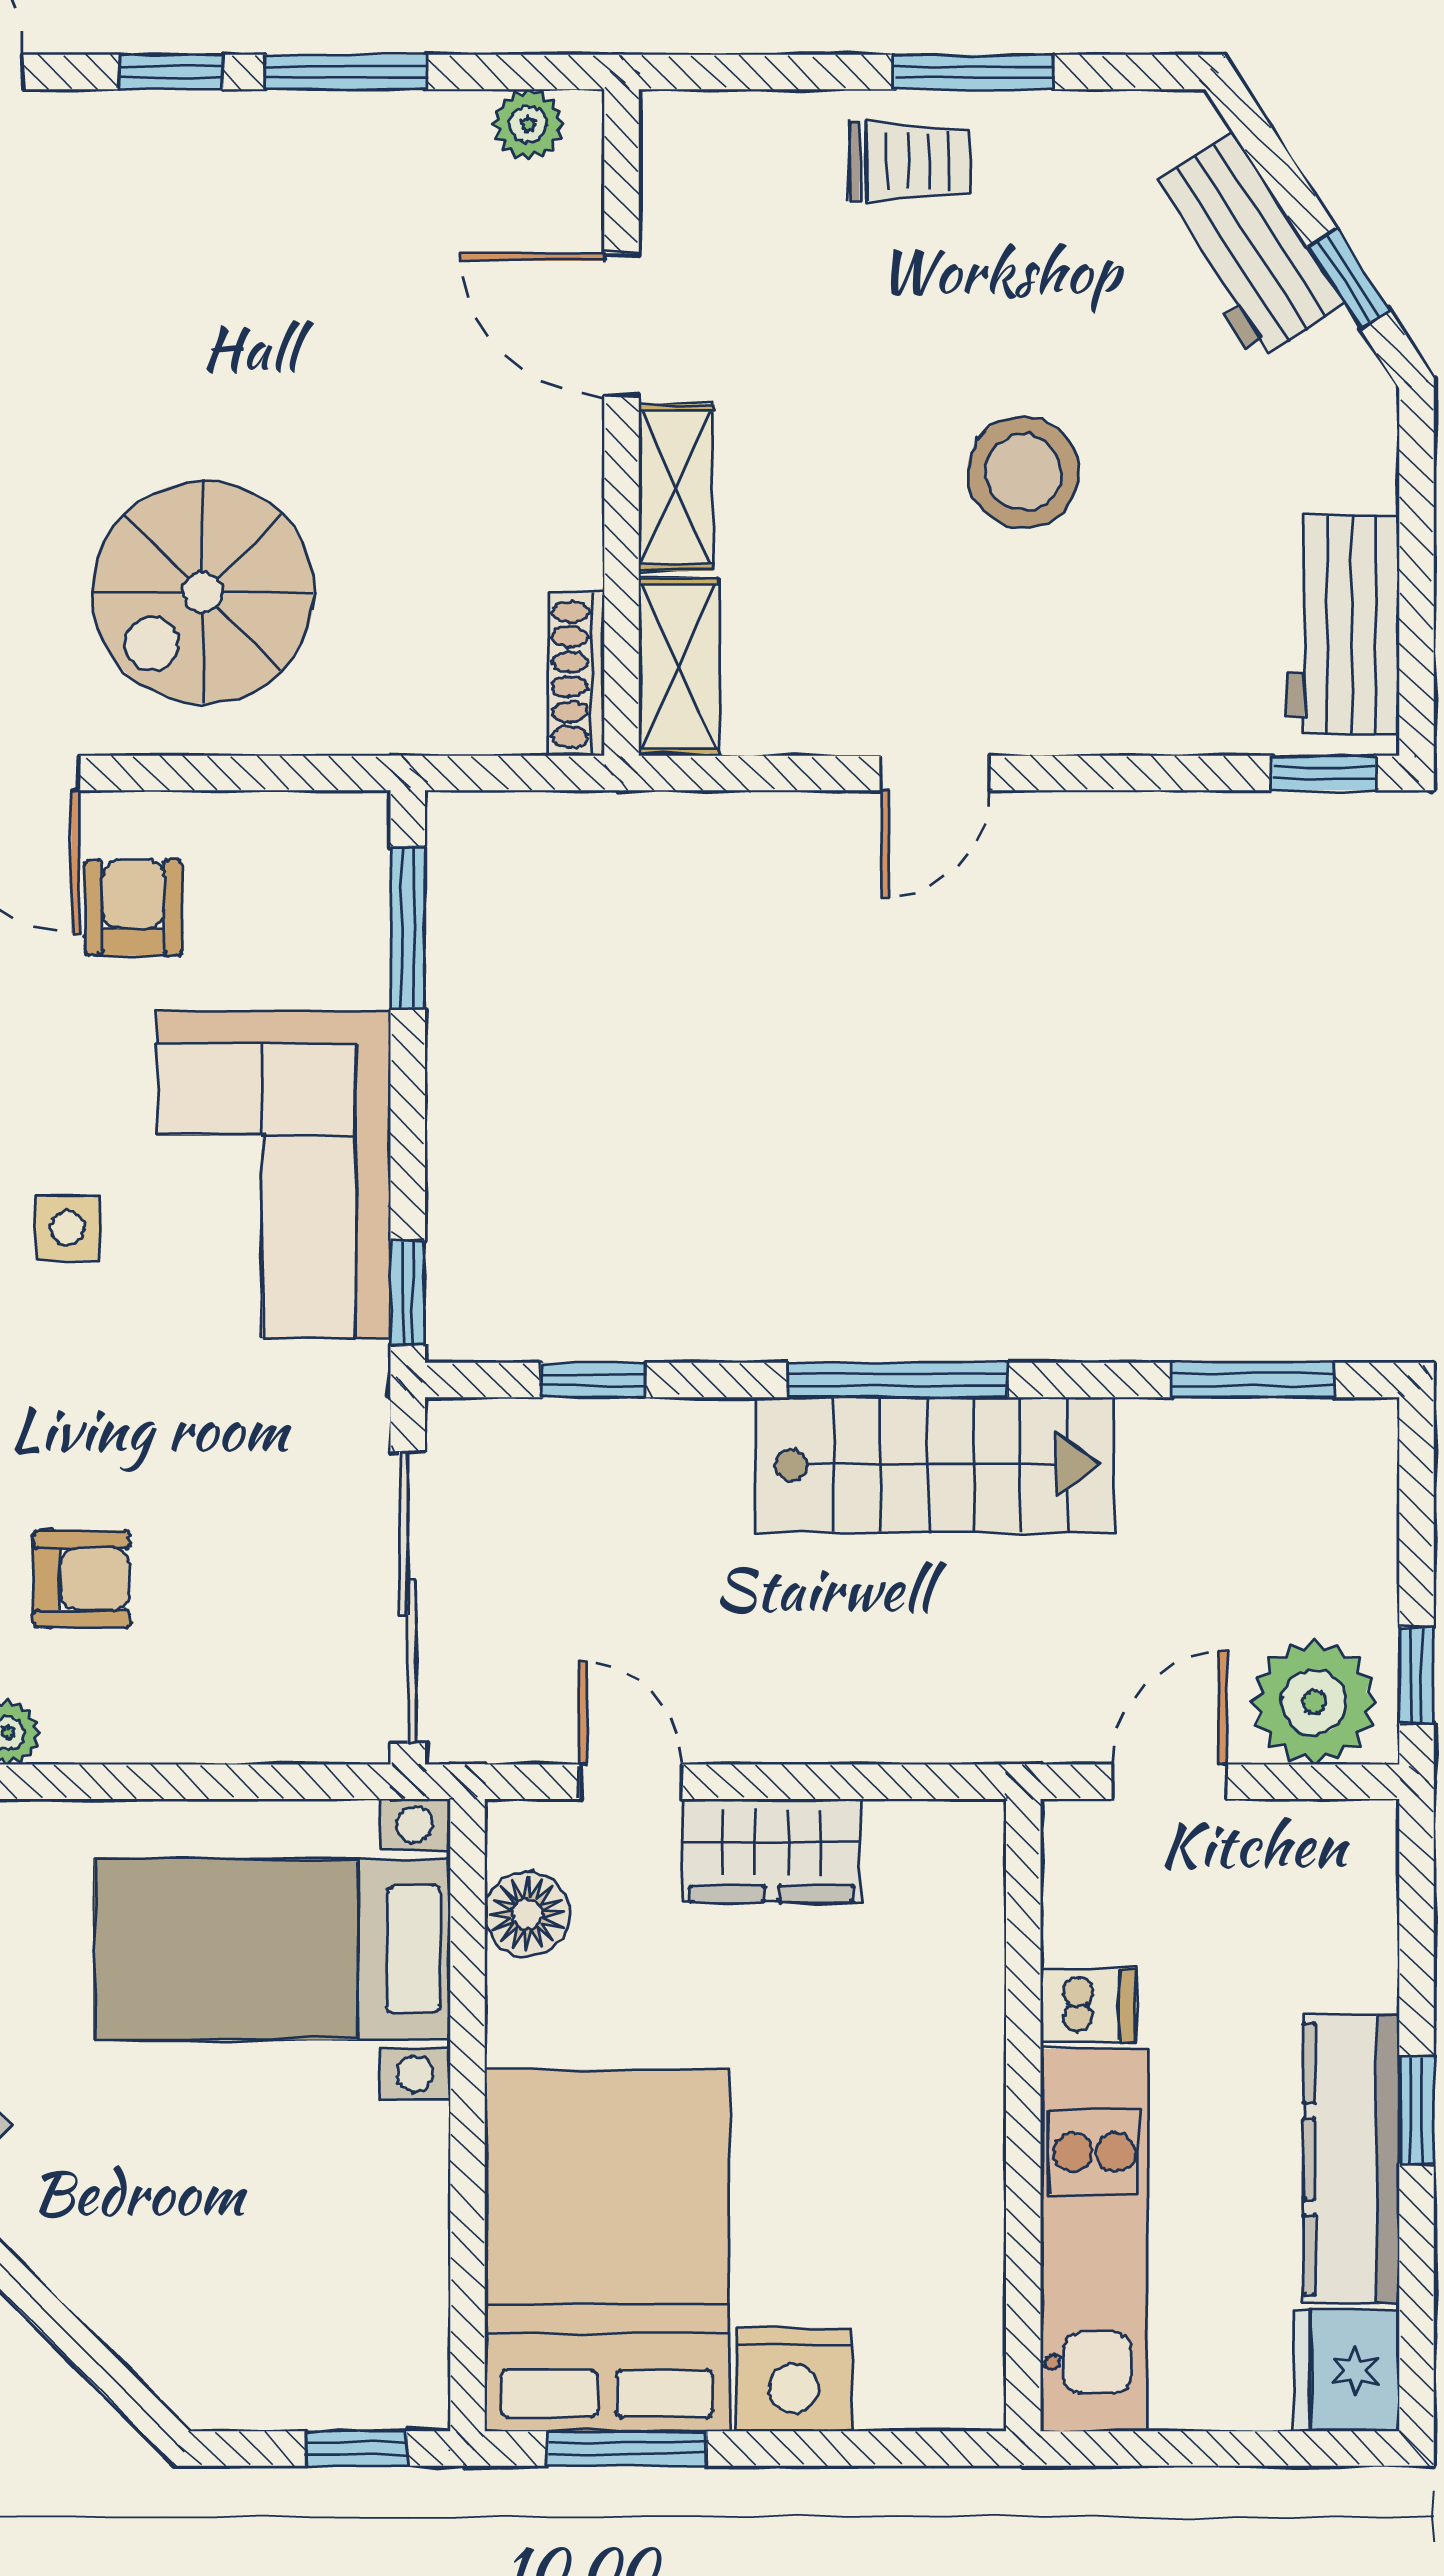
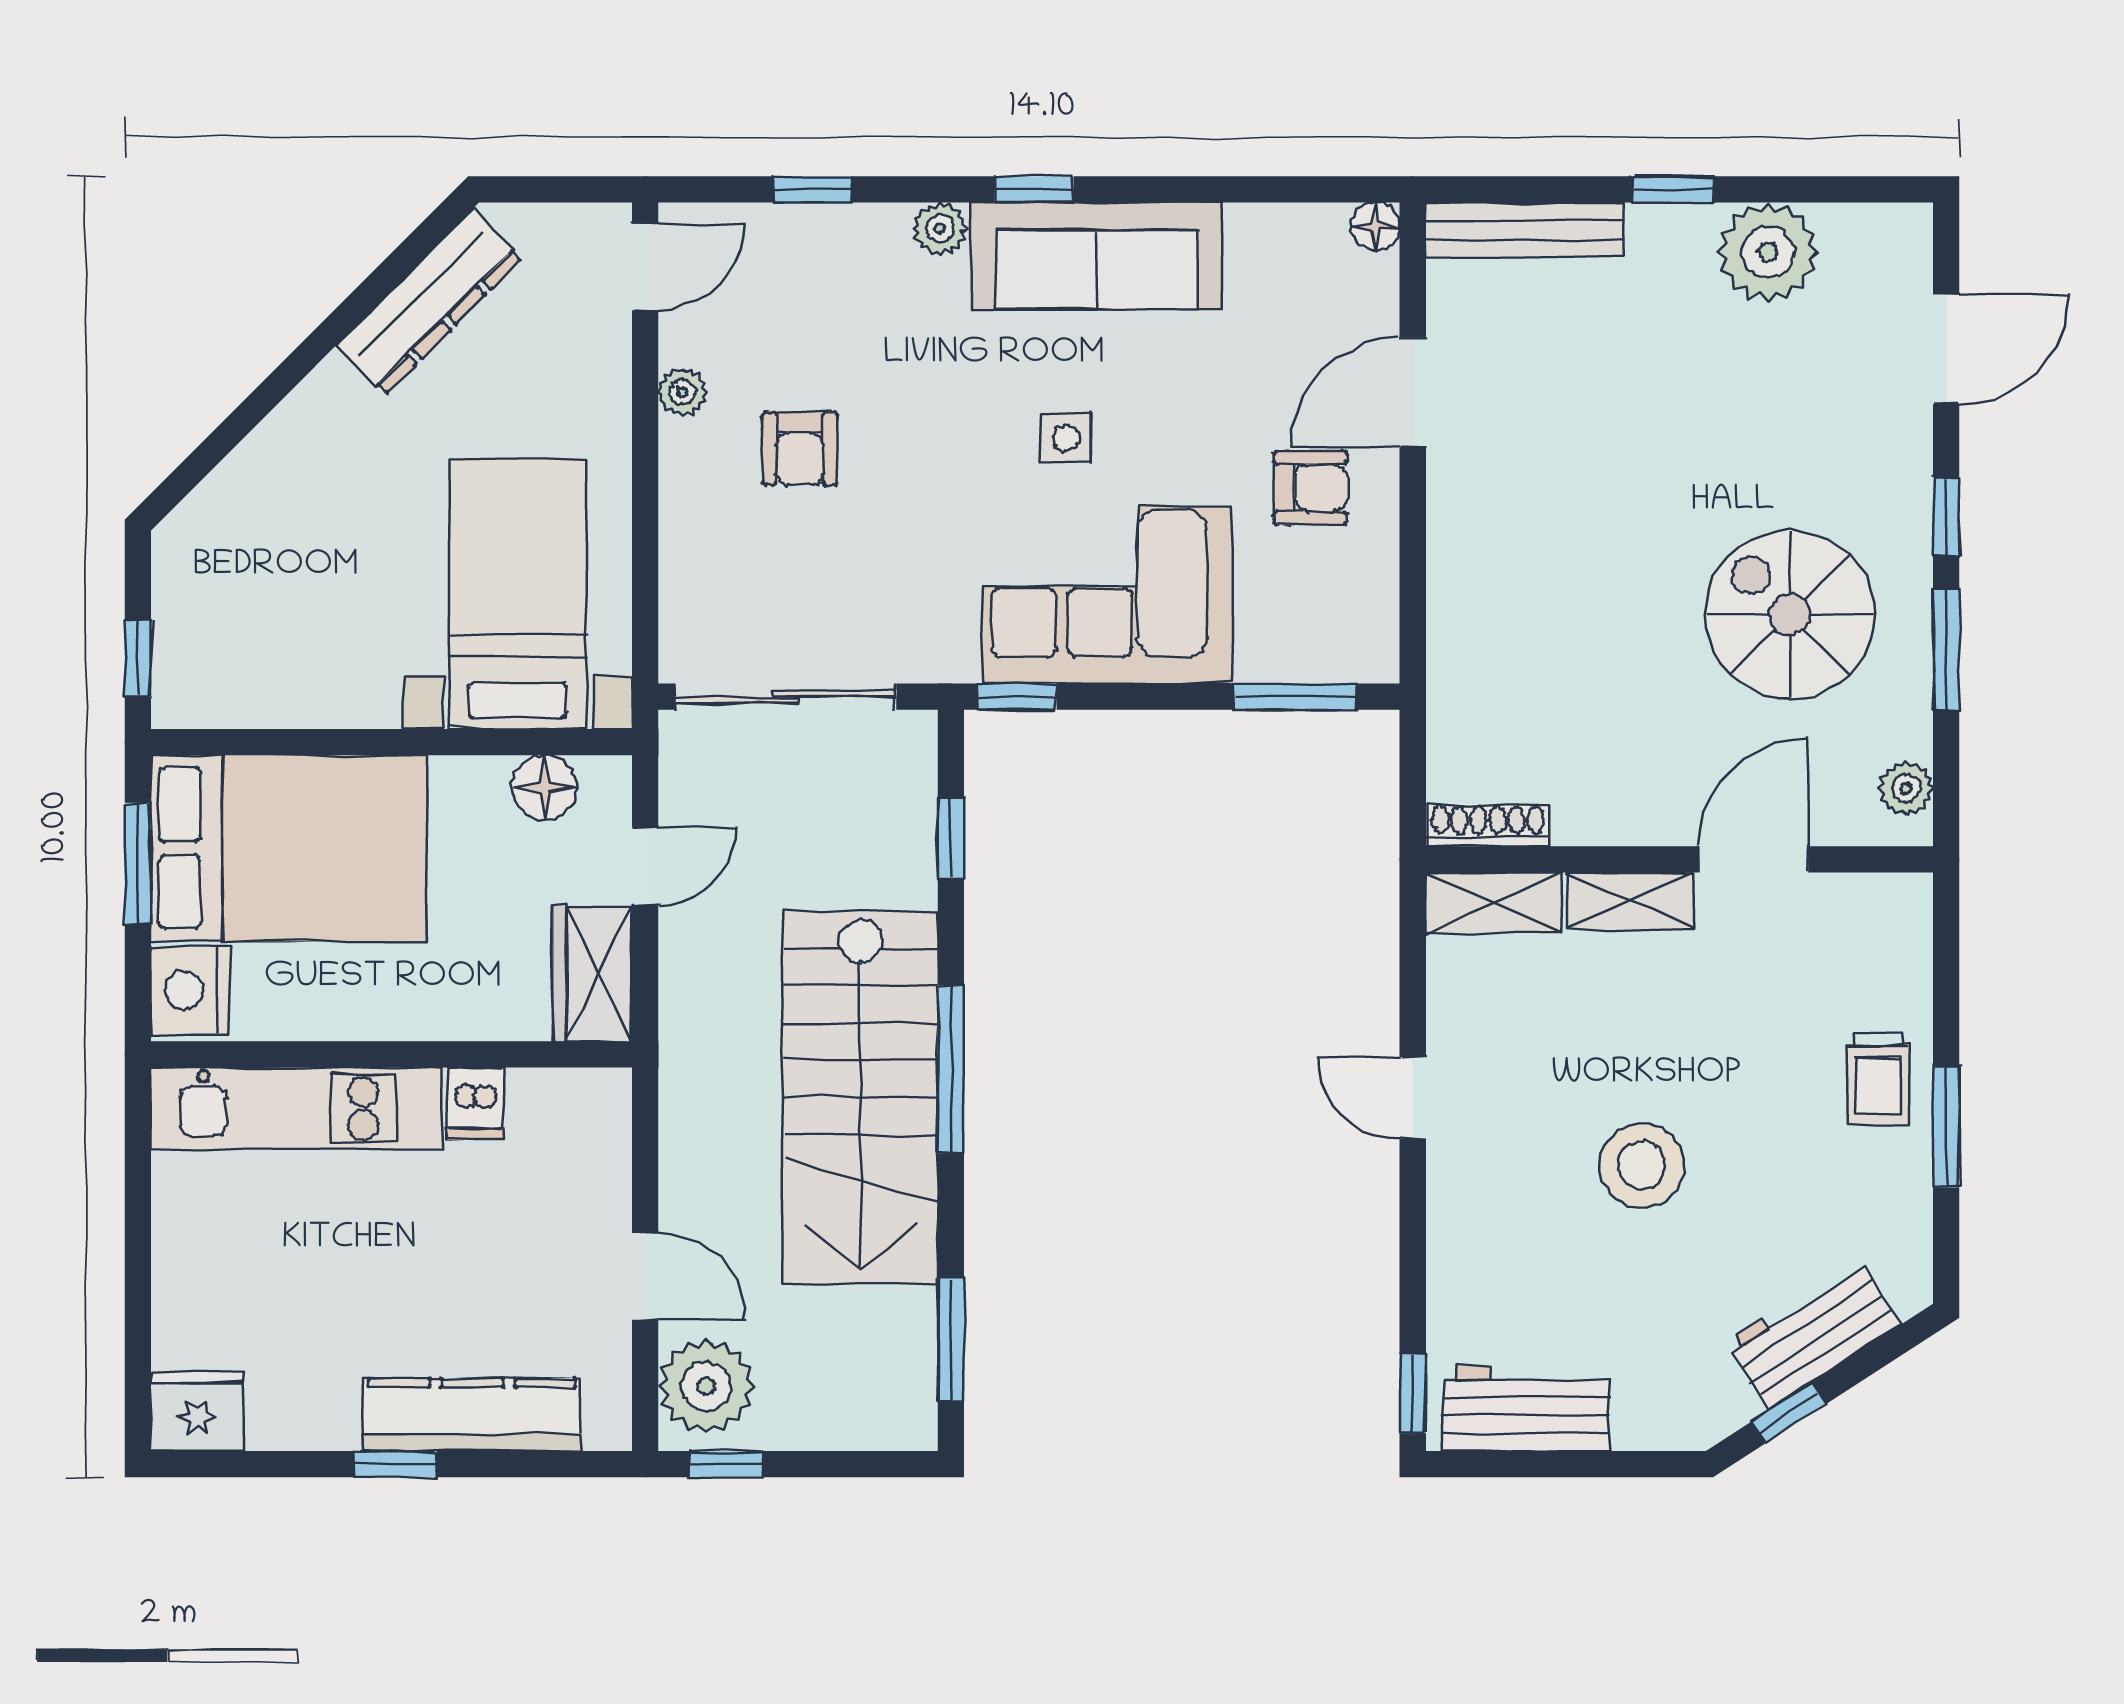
spiral stairs: (203, 592) -> (1790, 615), moved
stairs: (935, 1465) -> (860, 1098), width x1.36, depth x1.51
dishwasher: (1088, 2005) -> (475, 1103), moved
wall: (1023, 2115) -> (392, 1054), moved
kitchen counter: (1351, 2159) -> (472, 1415), moved
kitchen unit: (1094, 2240) -> (296, 1108), moved

